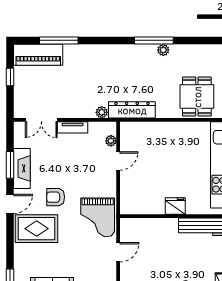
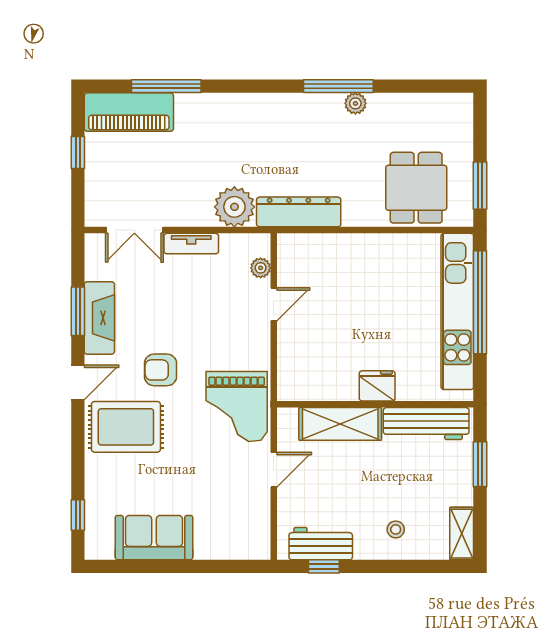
plant: (102, 112) -> (234, 207), width x1.87, depth x1.87
shelving: (155, 227) -> (340, 424), added

